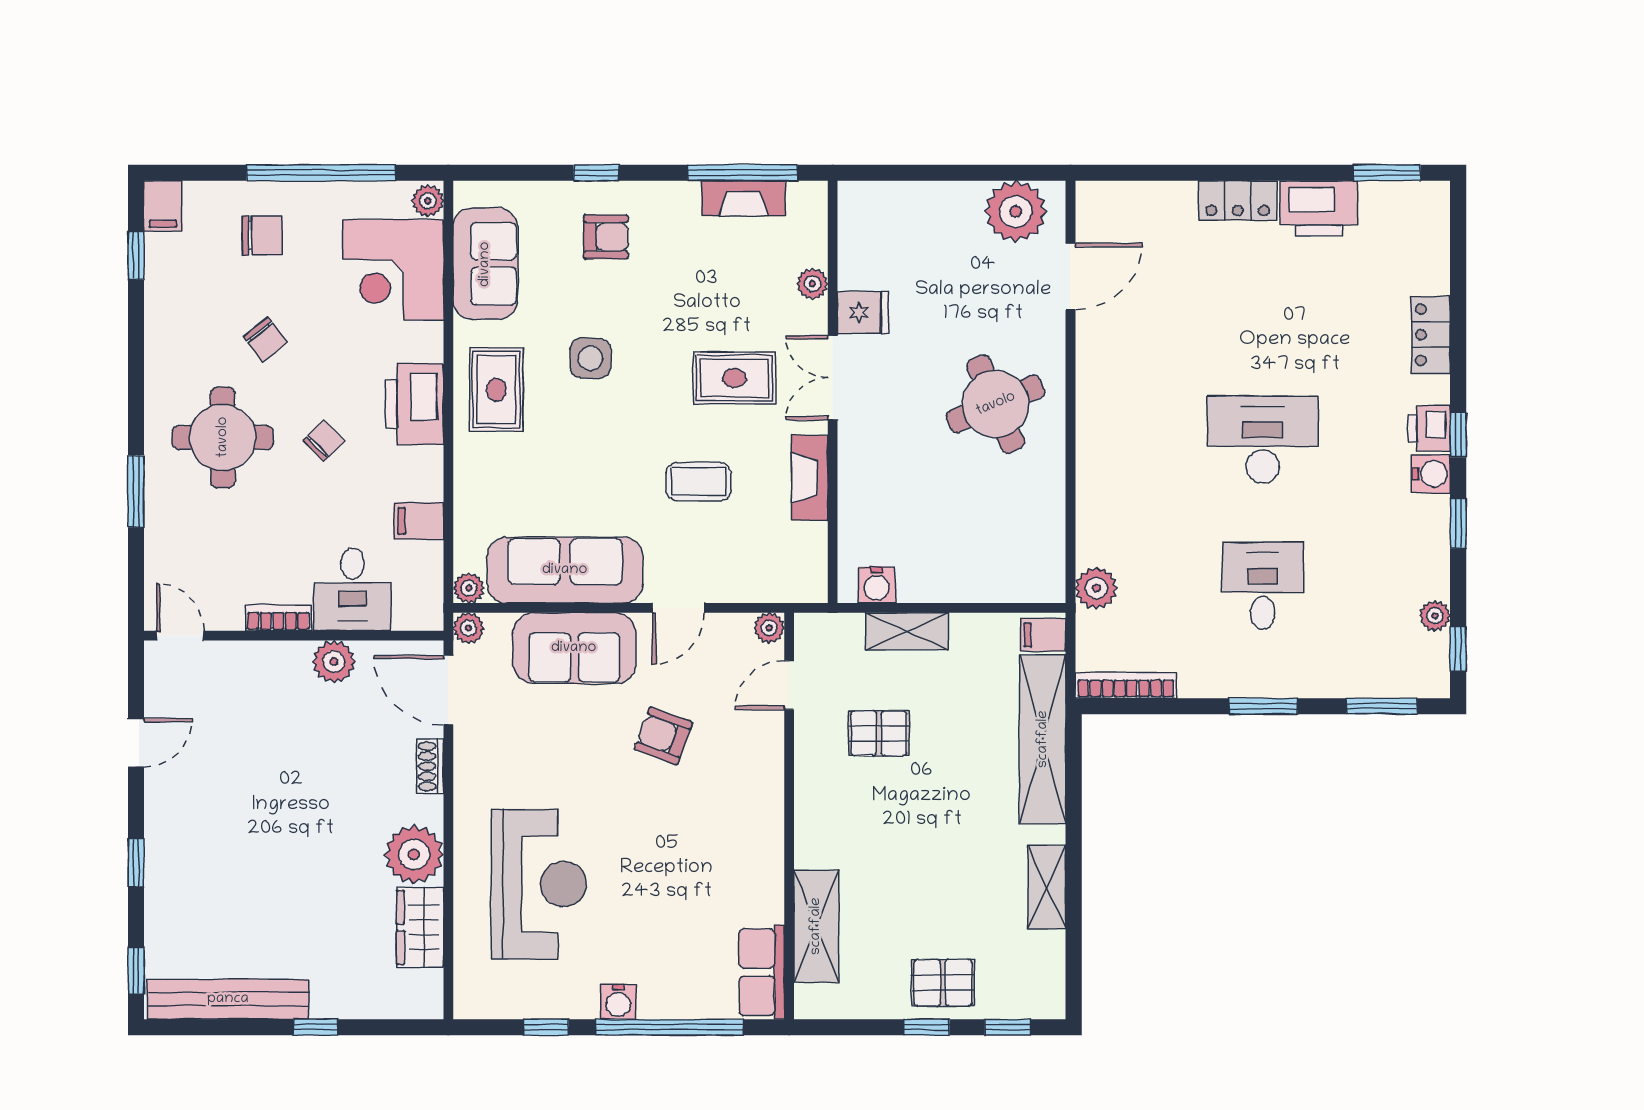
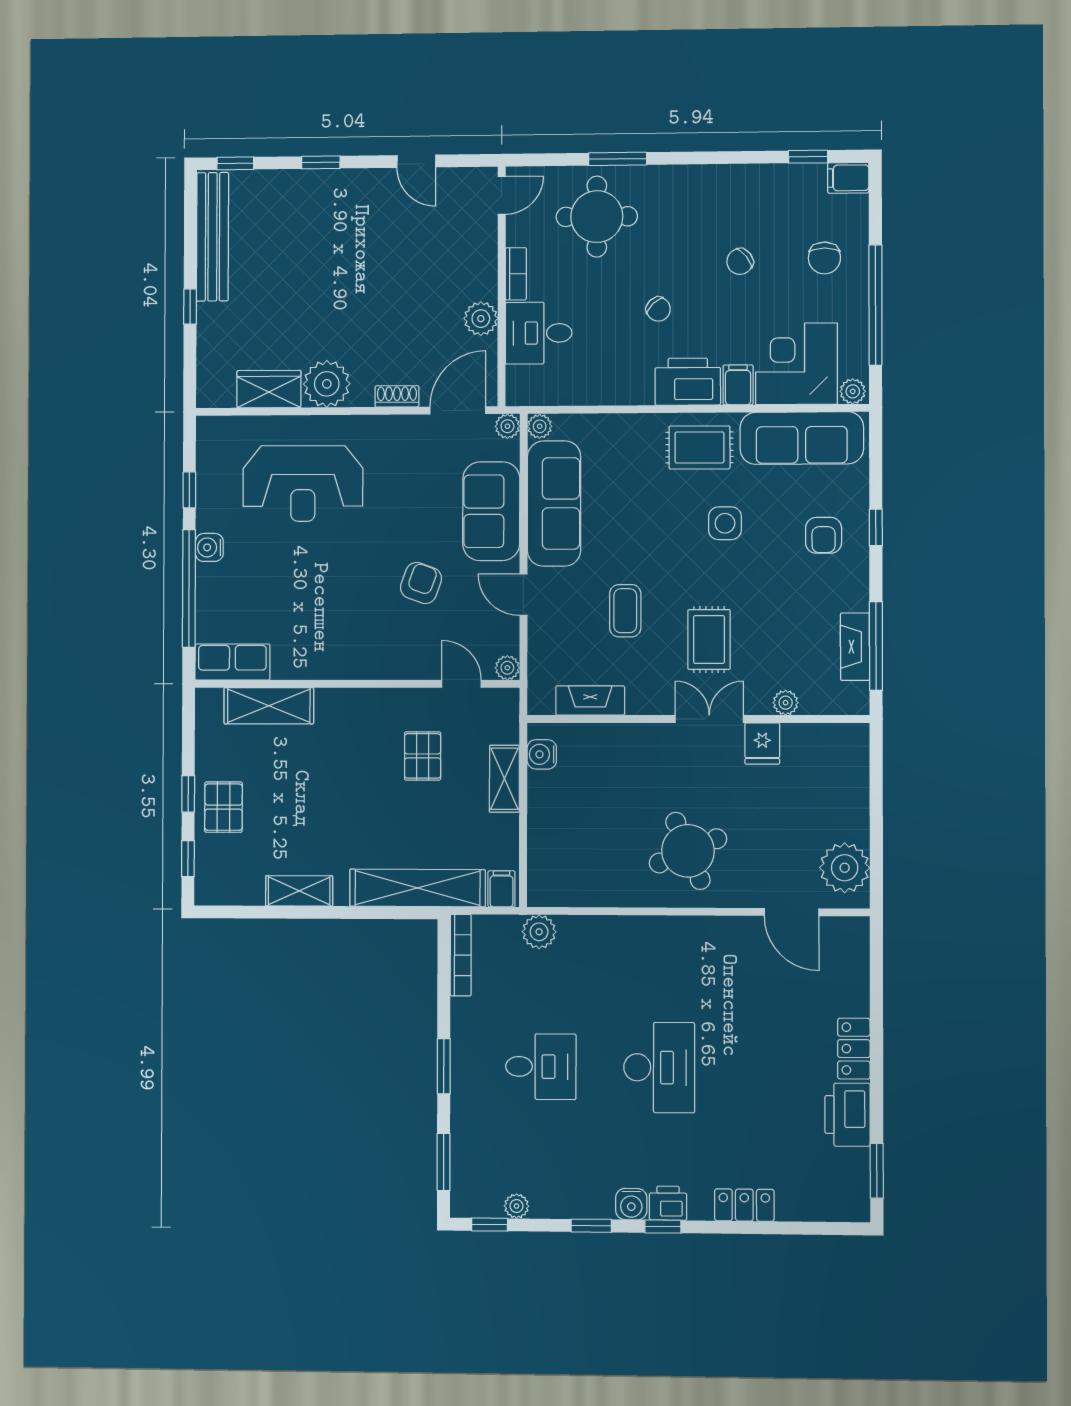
sofa: (485, 264) -> (802, 438), width x1.36
round table: (223, 437) -> (597, 217), moved
fireplace: (810, 478) -> (590, 700), moved
filing cabinet: (419, 521) -> (738, 385), moved

